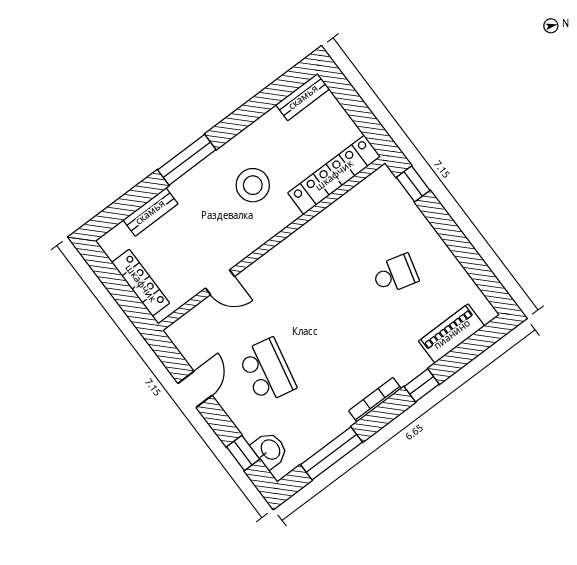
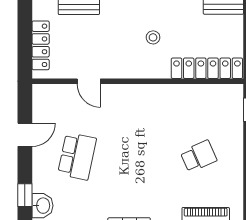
stool: (253, 185) -> (153, 37), width x0.53, depth x0.53
school desk: (395, 274) -> (199, 156), turned -39

